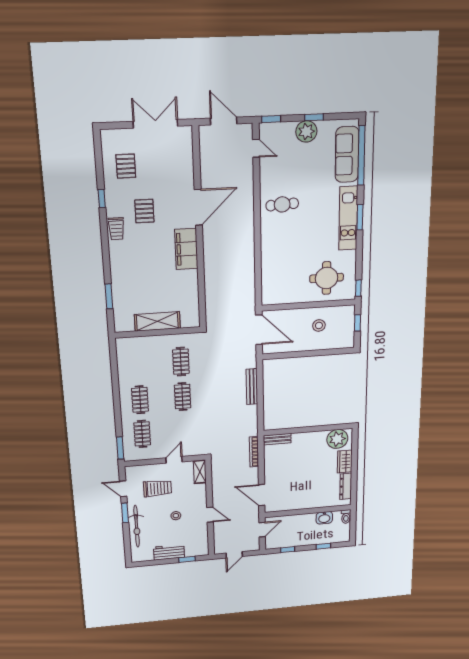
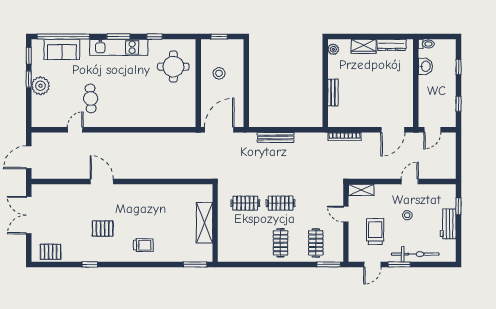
window: (271, 119) -> (29, 56), moved
door: (256, 148) -> (75, 130), moved
sofa: (347, 154) -> (62, 49), width x0.73
pallet: (126, 166) -> (51, 252), moved
cafe table: (282, 204) -> (91, 98), moved
door: (198, 207) -> (102, 182), width x0.73
trolley: (116, 229) -> (143, 245), moved
filing cabinet: (186, 249) -> (139, 194), removed
window: (358, 288) -> (155, 37), moved
window: (109, 296) -> (195, 264), moved
clothes rail: (140, 400) -> (281, 243), turned 90
clothes rail: (142, 434) -> (316, 243), turned 90
bench: (277, 439) -> (333, 92), moved
plant: (337, 439) -> (333, 49), width x0.53, depth x0.53
door: (262, 530) -> (432, 130), swing flipped
door: (234, 555) -> (459, 159), removed

